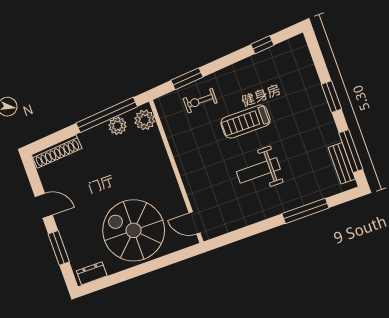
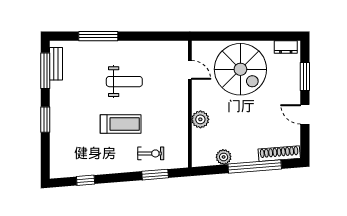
window: (107, 115) -> (255, 167), moved
plant: (145, 120) -> (200, 119), moved
door: (195, 223) -> (190, 70), moved

